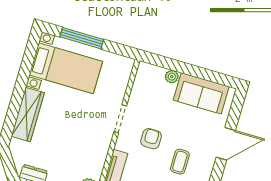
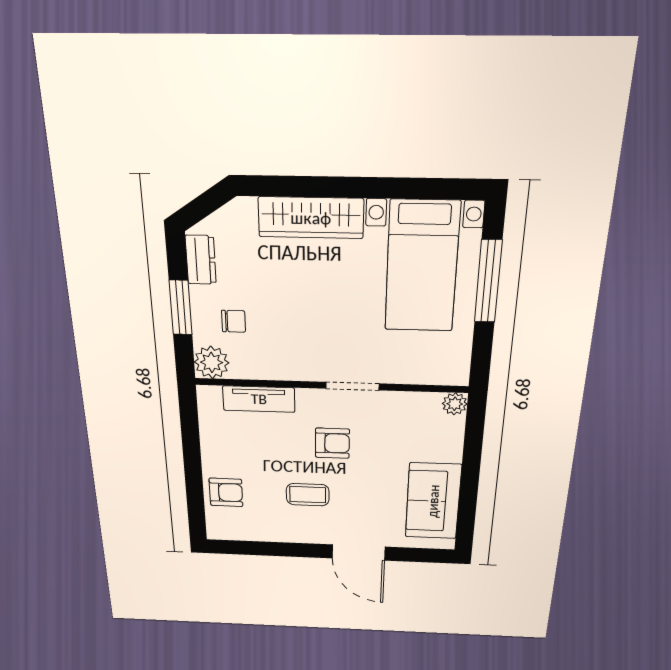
plant: (172, 77) -> (455, 404), moved
chair: (69, 169) -> (233, 321), added

